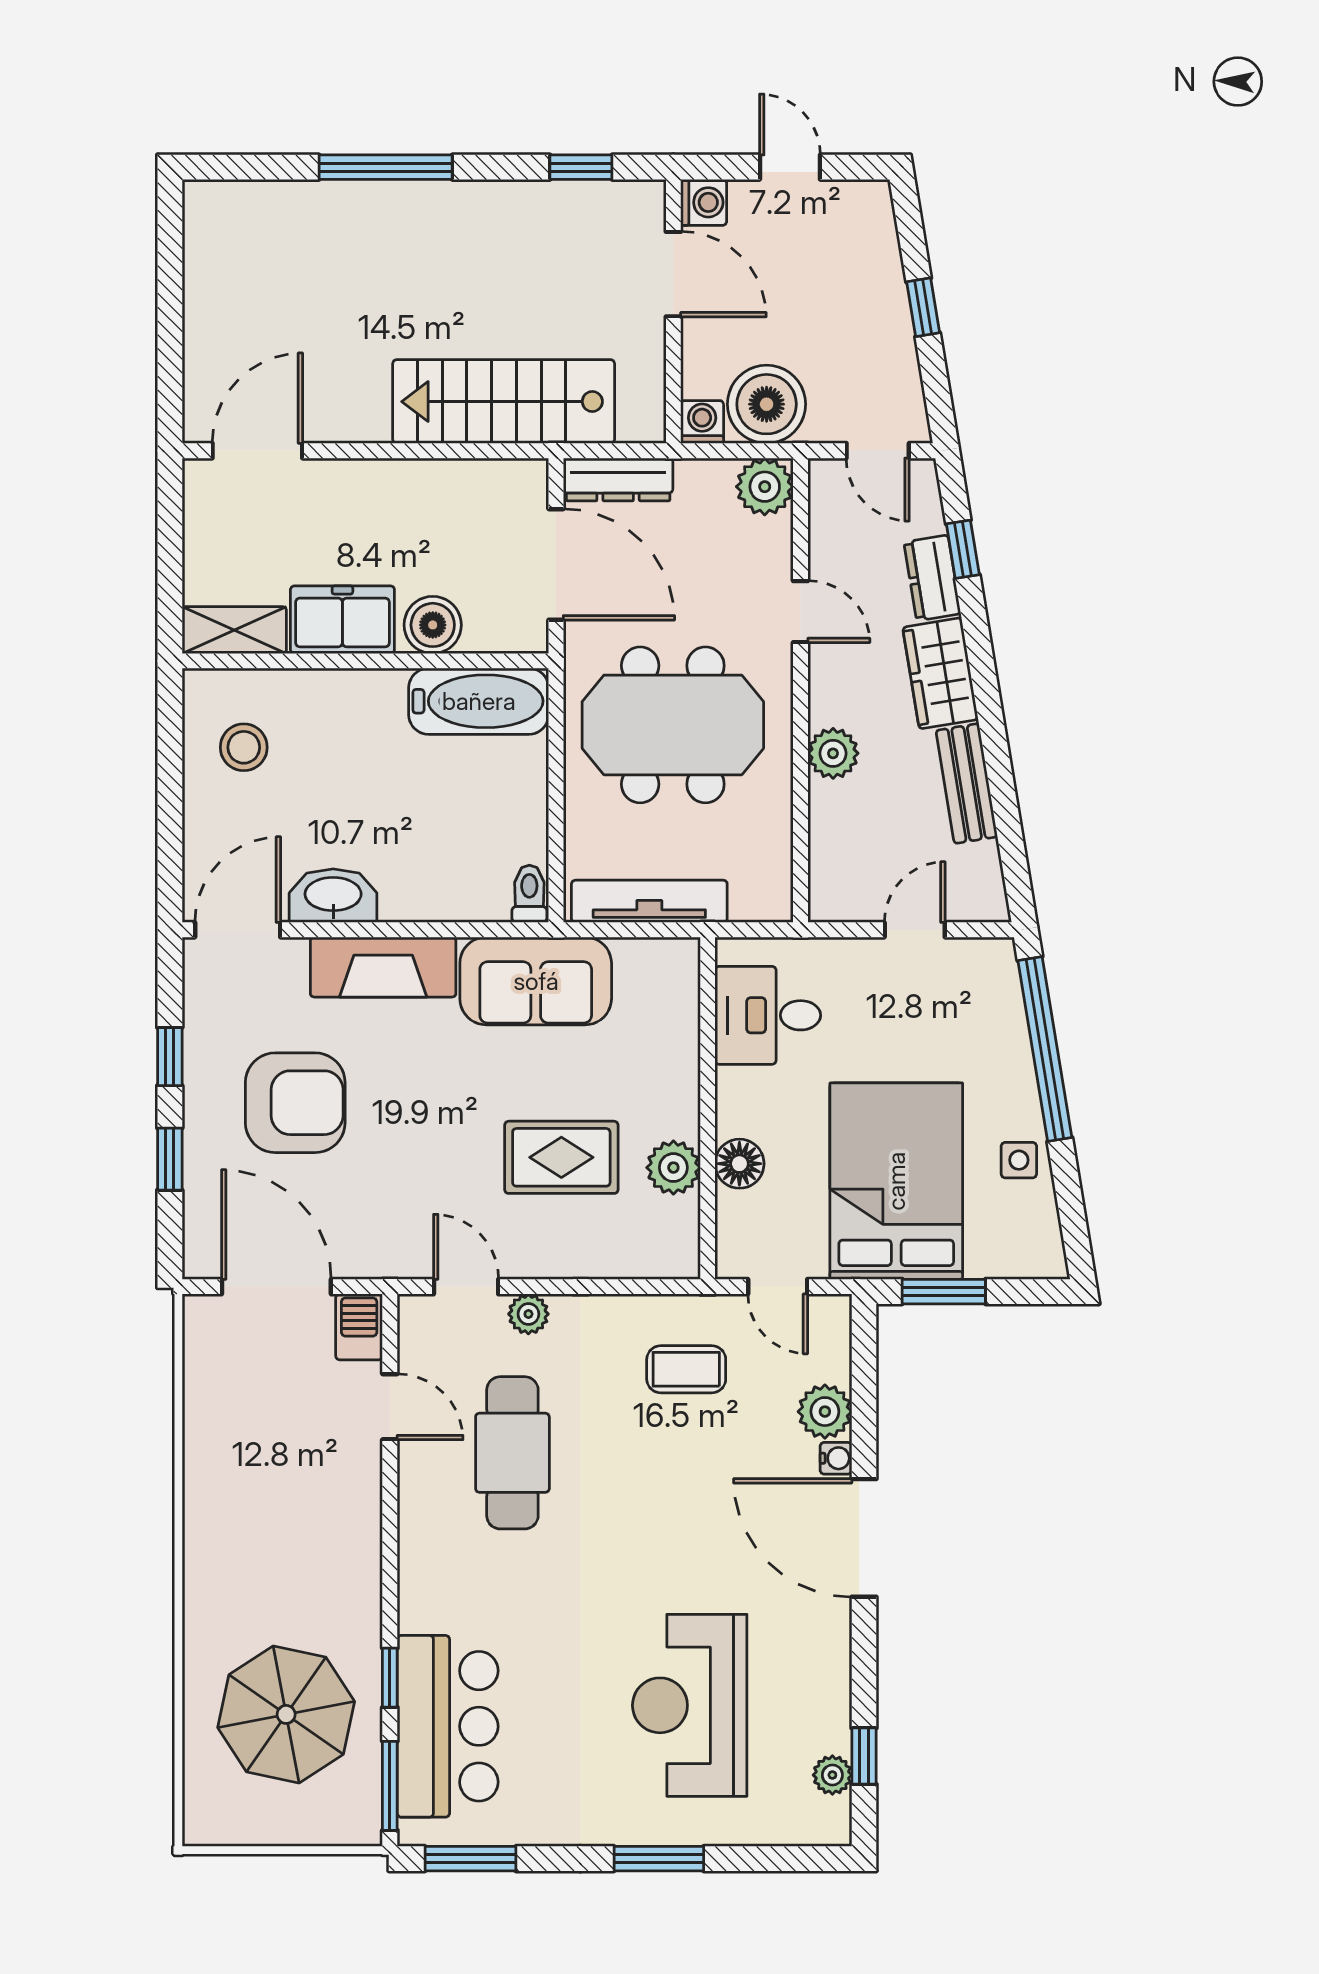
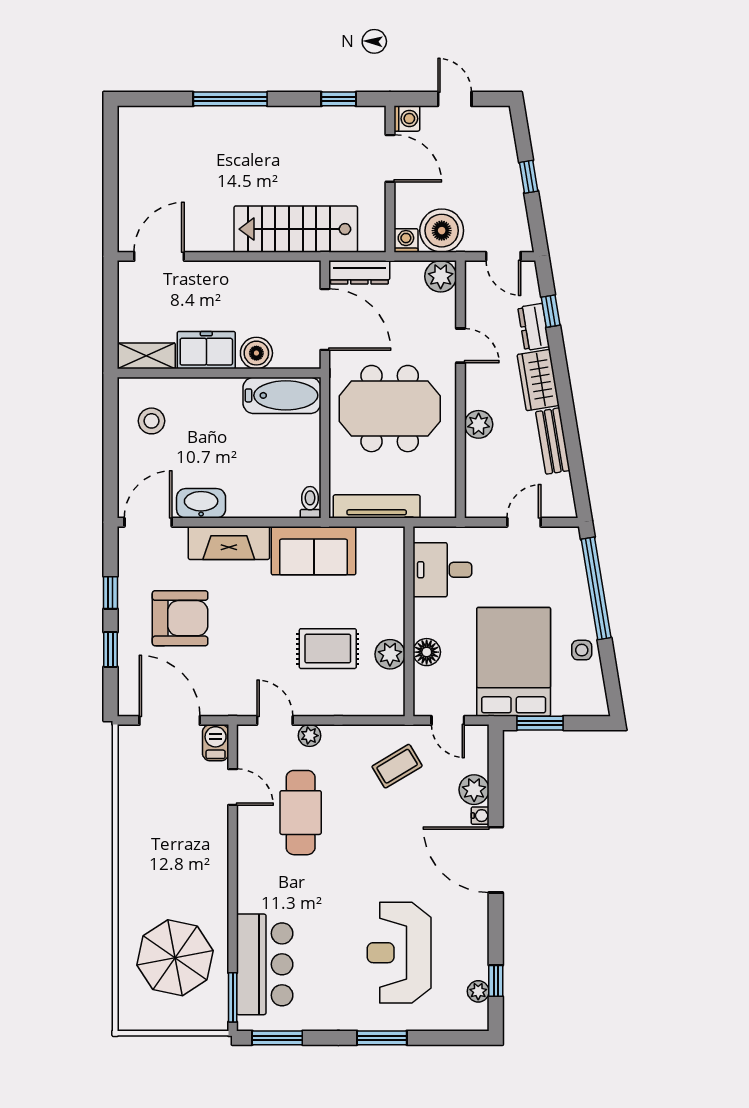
coffee table: (686, 1369) -> (397, 766), turned -31
window: (390, 1678) -> (233, 937), removed

